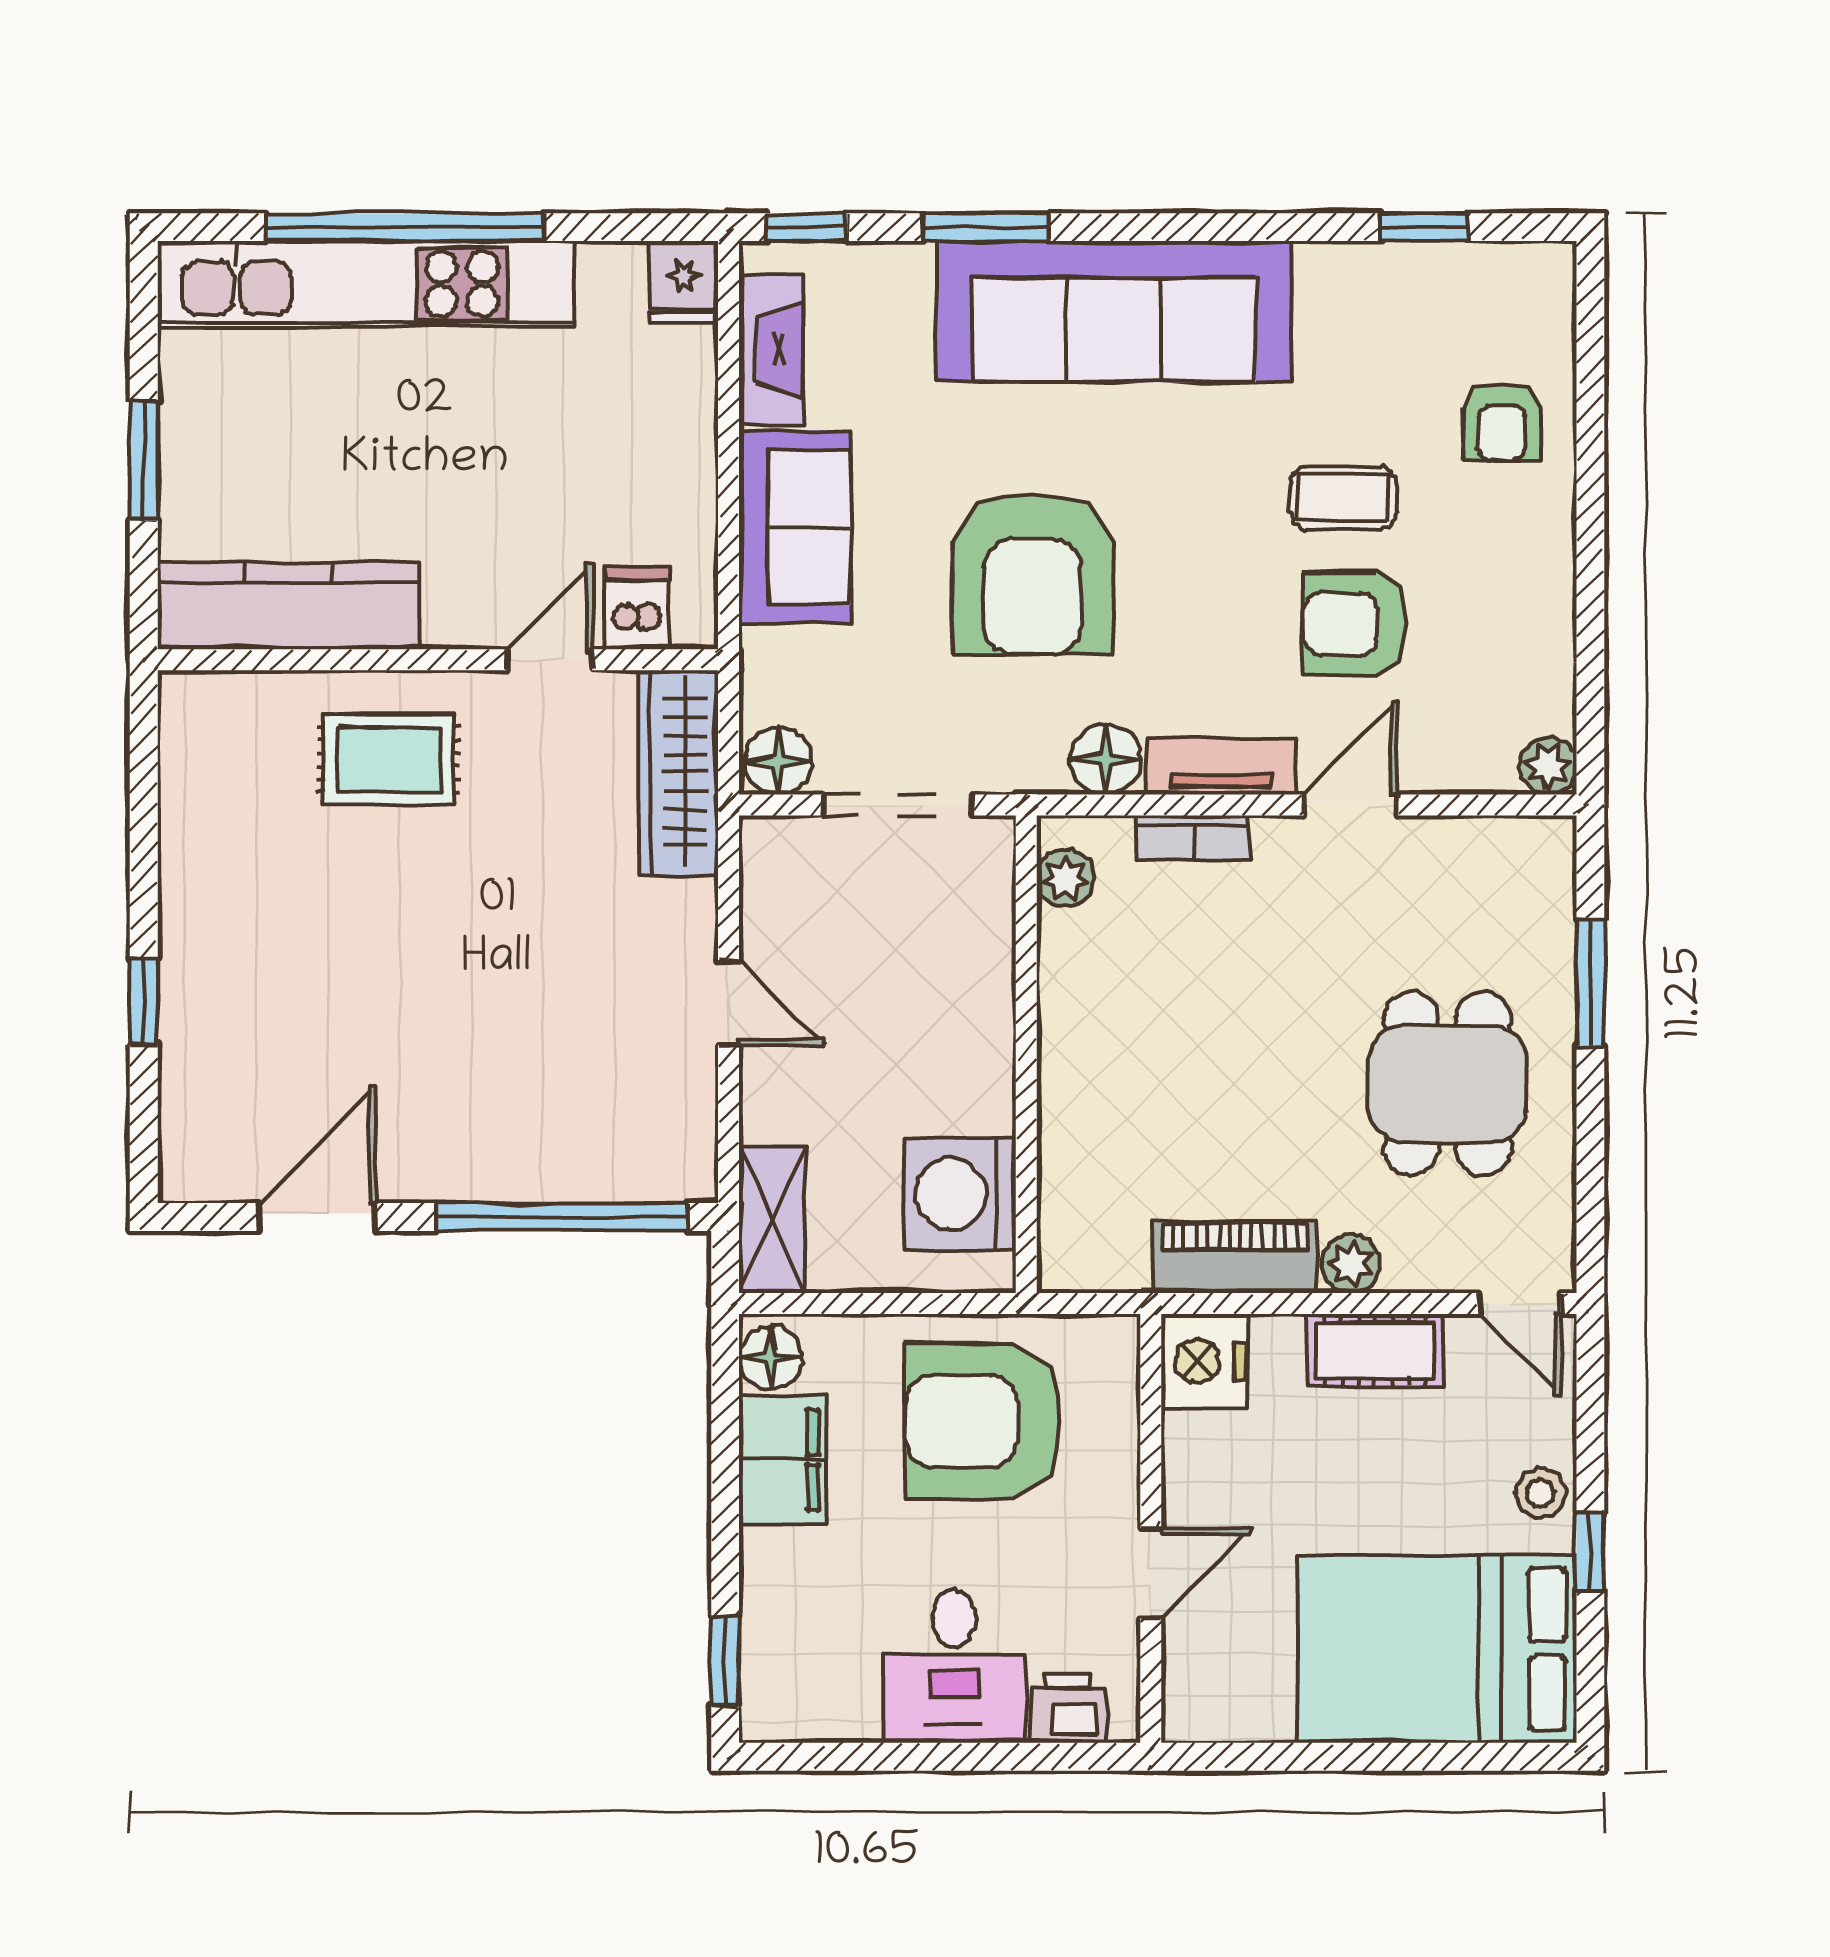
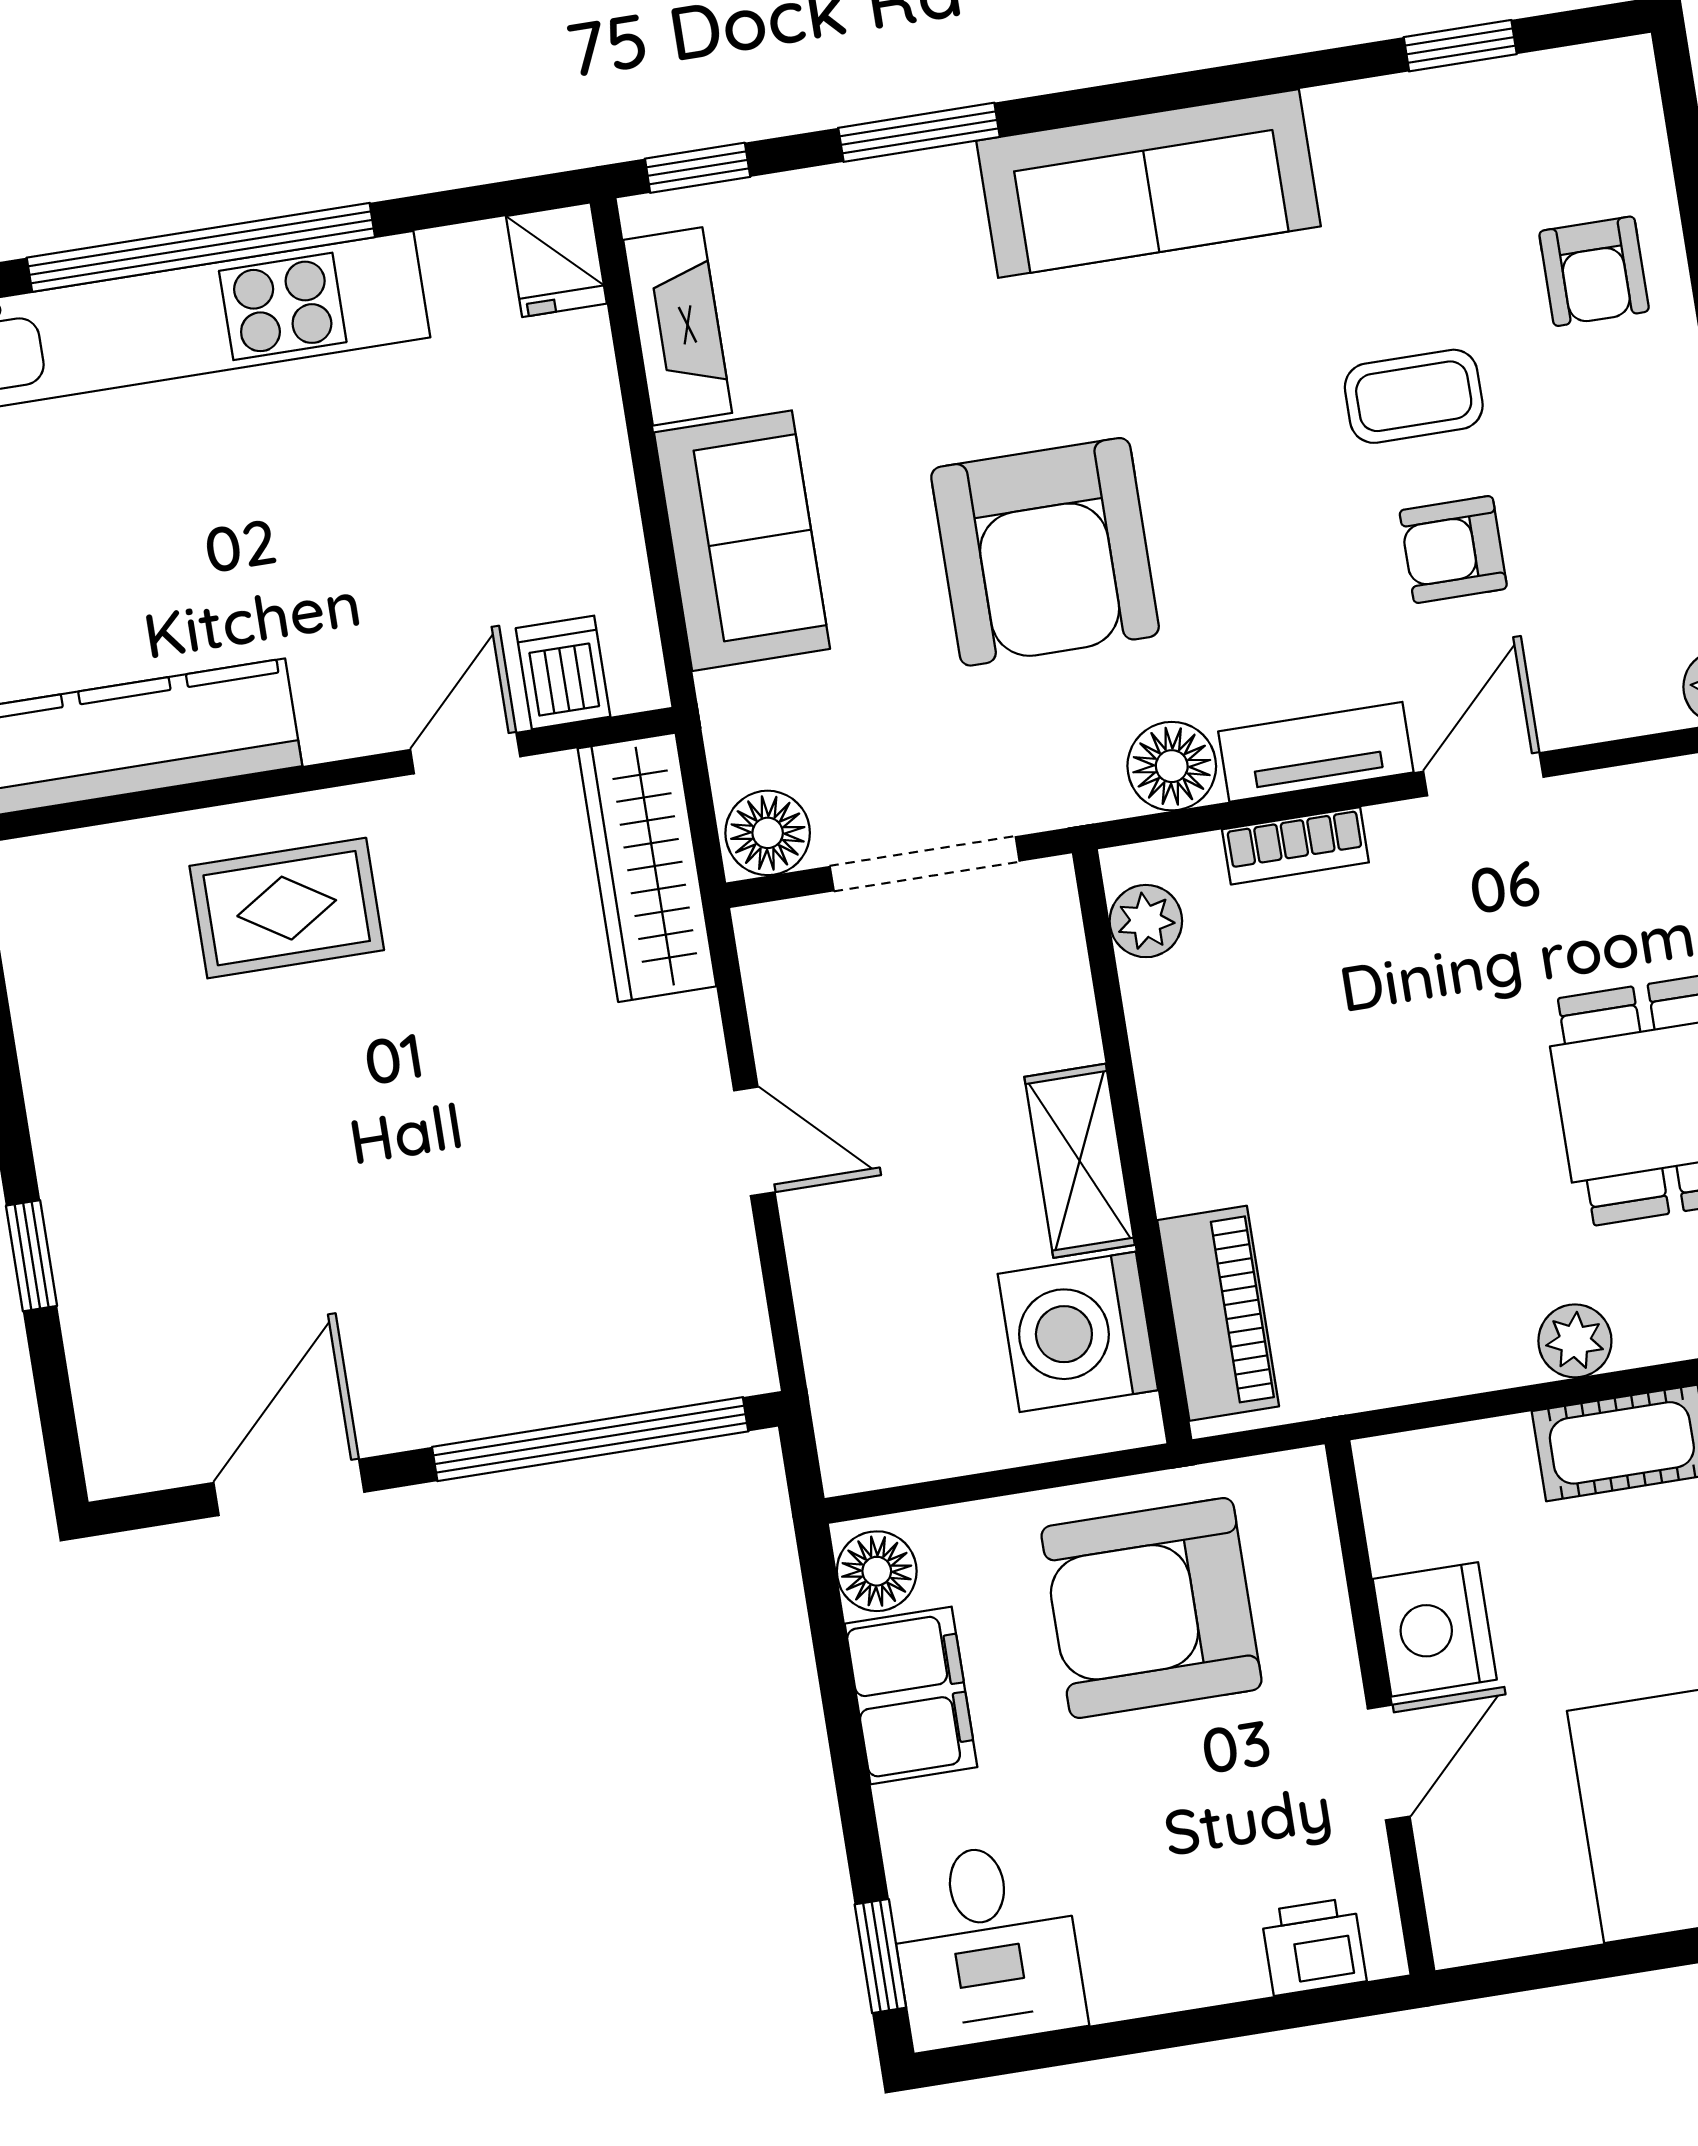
sofa: (1114, 312) -> (1148, 183), width x0.74, depth x0.79
armchair: (1355, 624) -> (1453, 549), width x0.72, depth x0.72
shelving: (772, 1220) -> (1080, 1161), moved
piano: (1235, 1257) -> (1218, 1313), moved, turned 90
nightstand: (1204, 1361) -> (1435, 1629), moved
desk: (954, 1666) -> (986, 1945), moved

